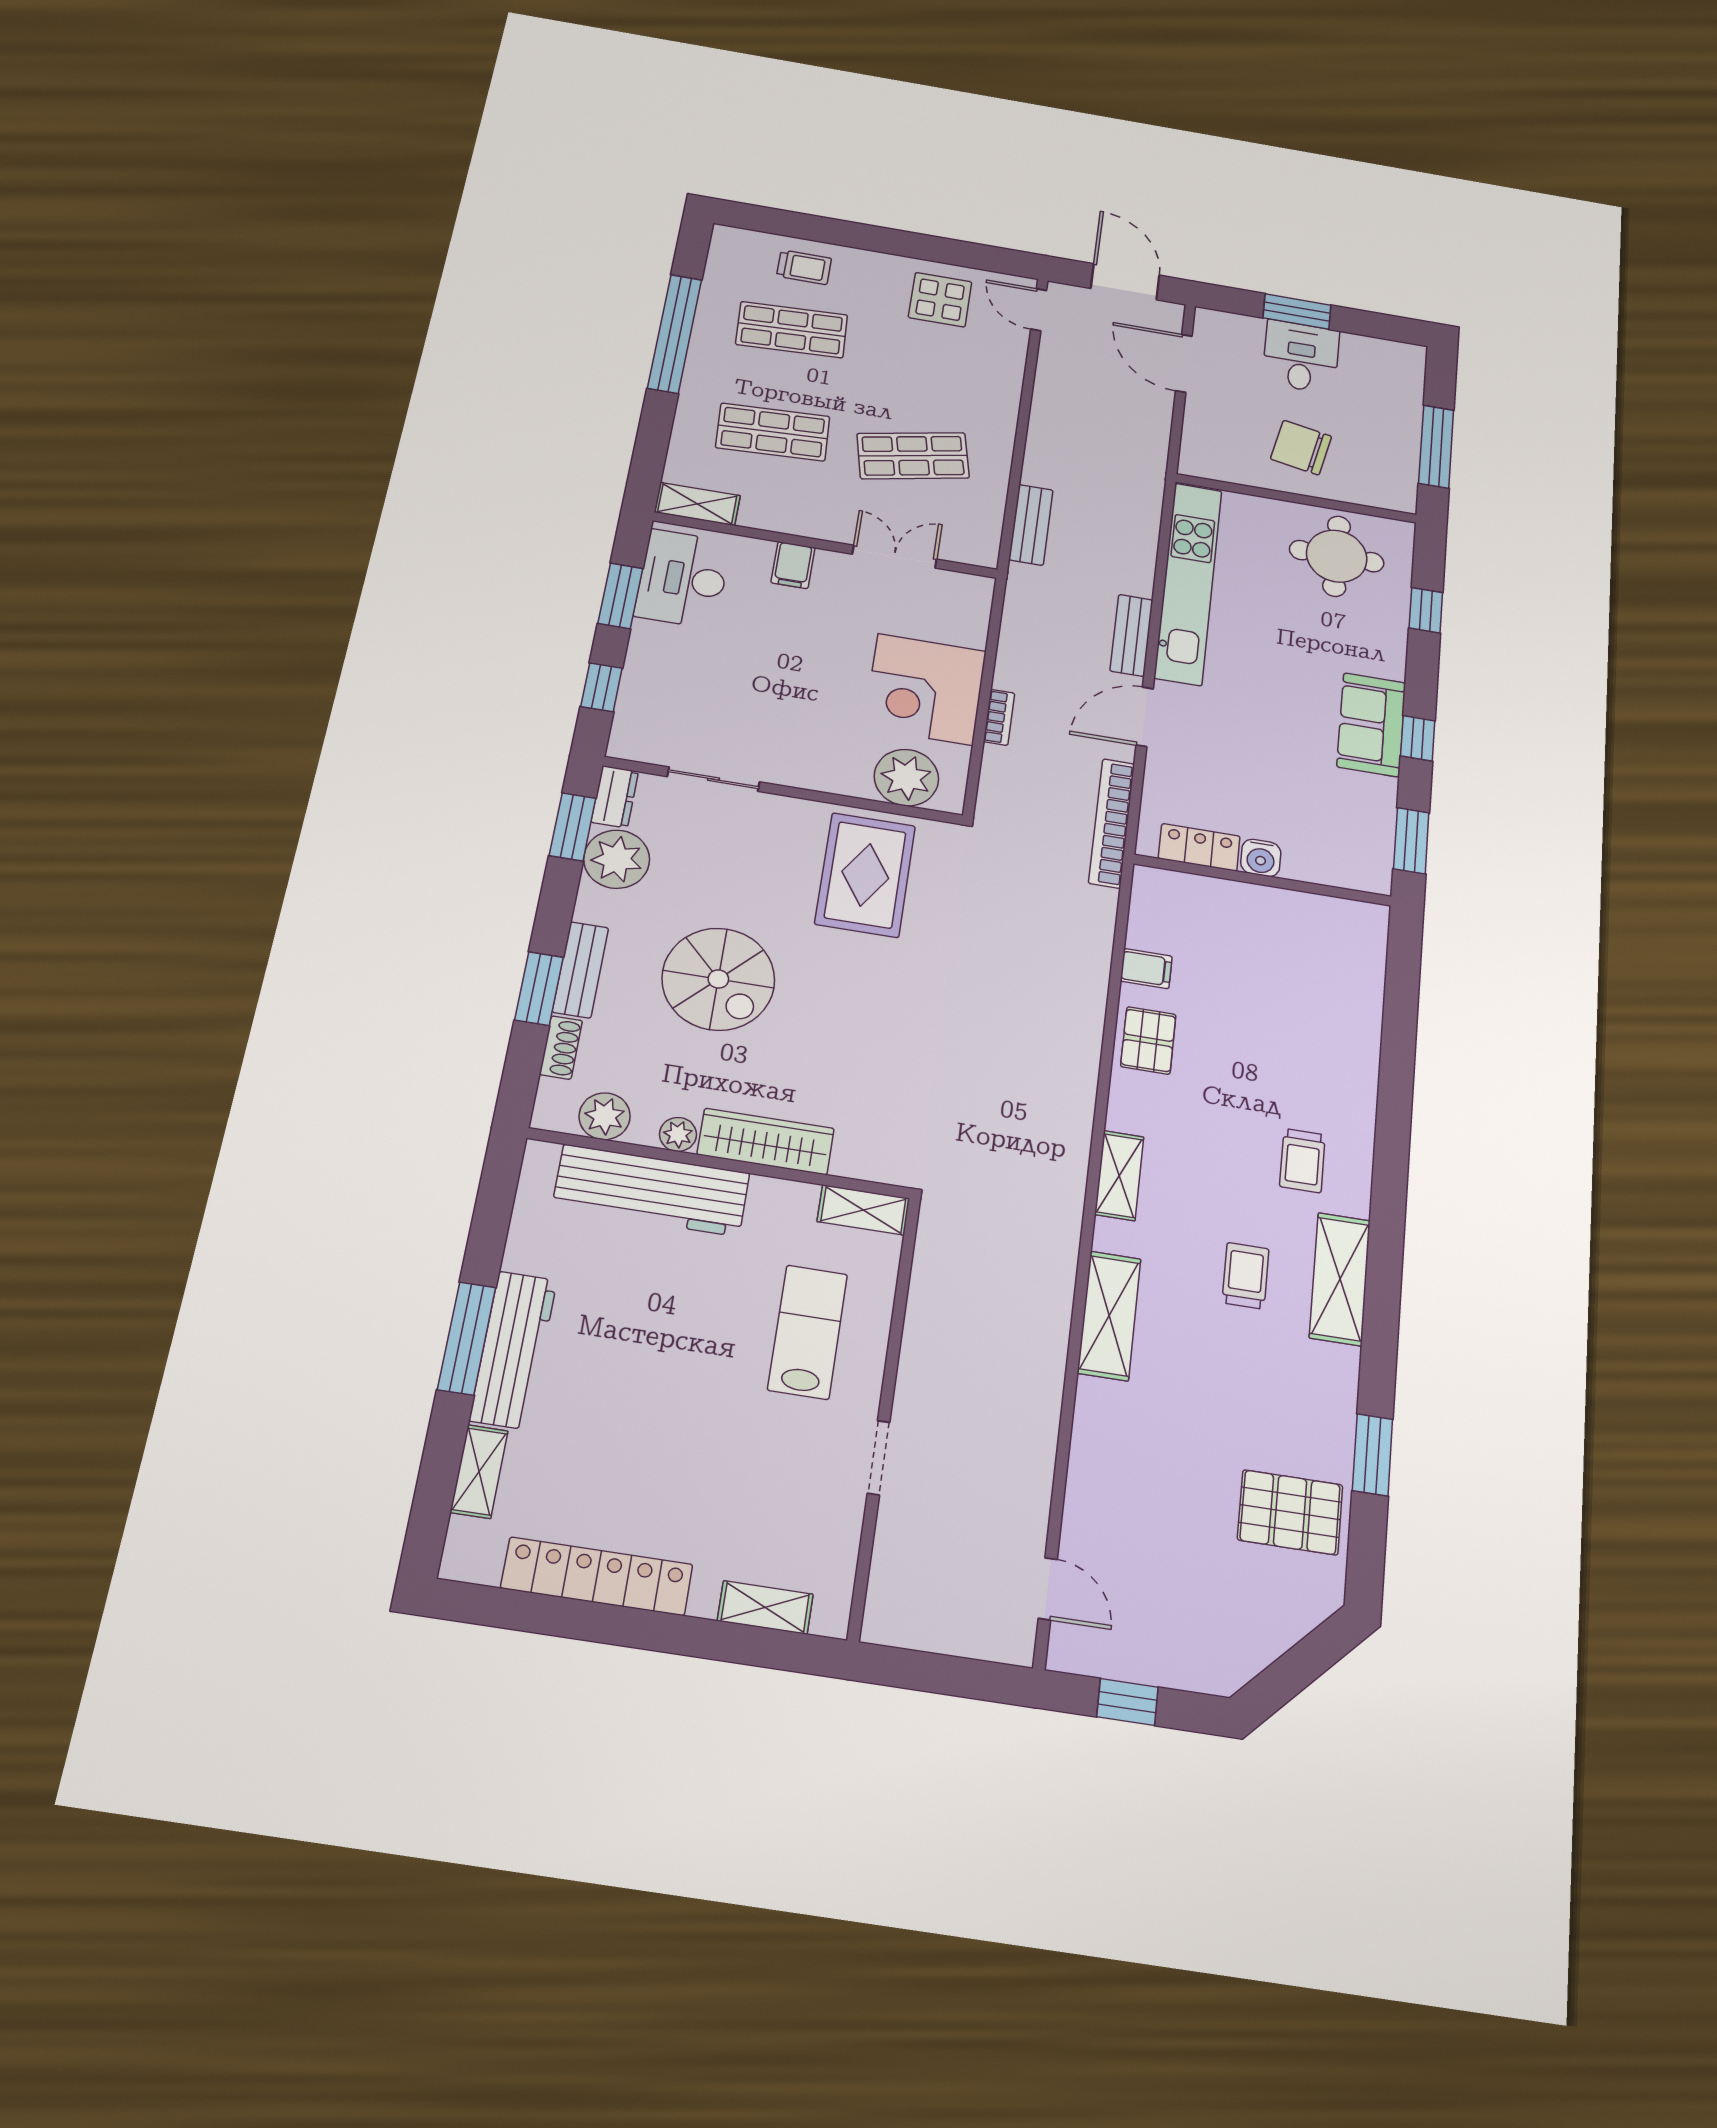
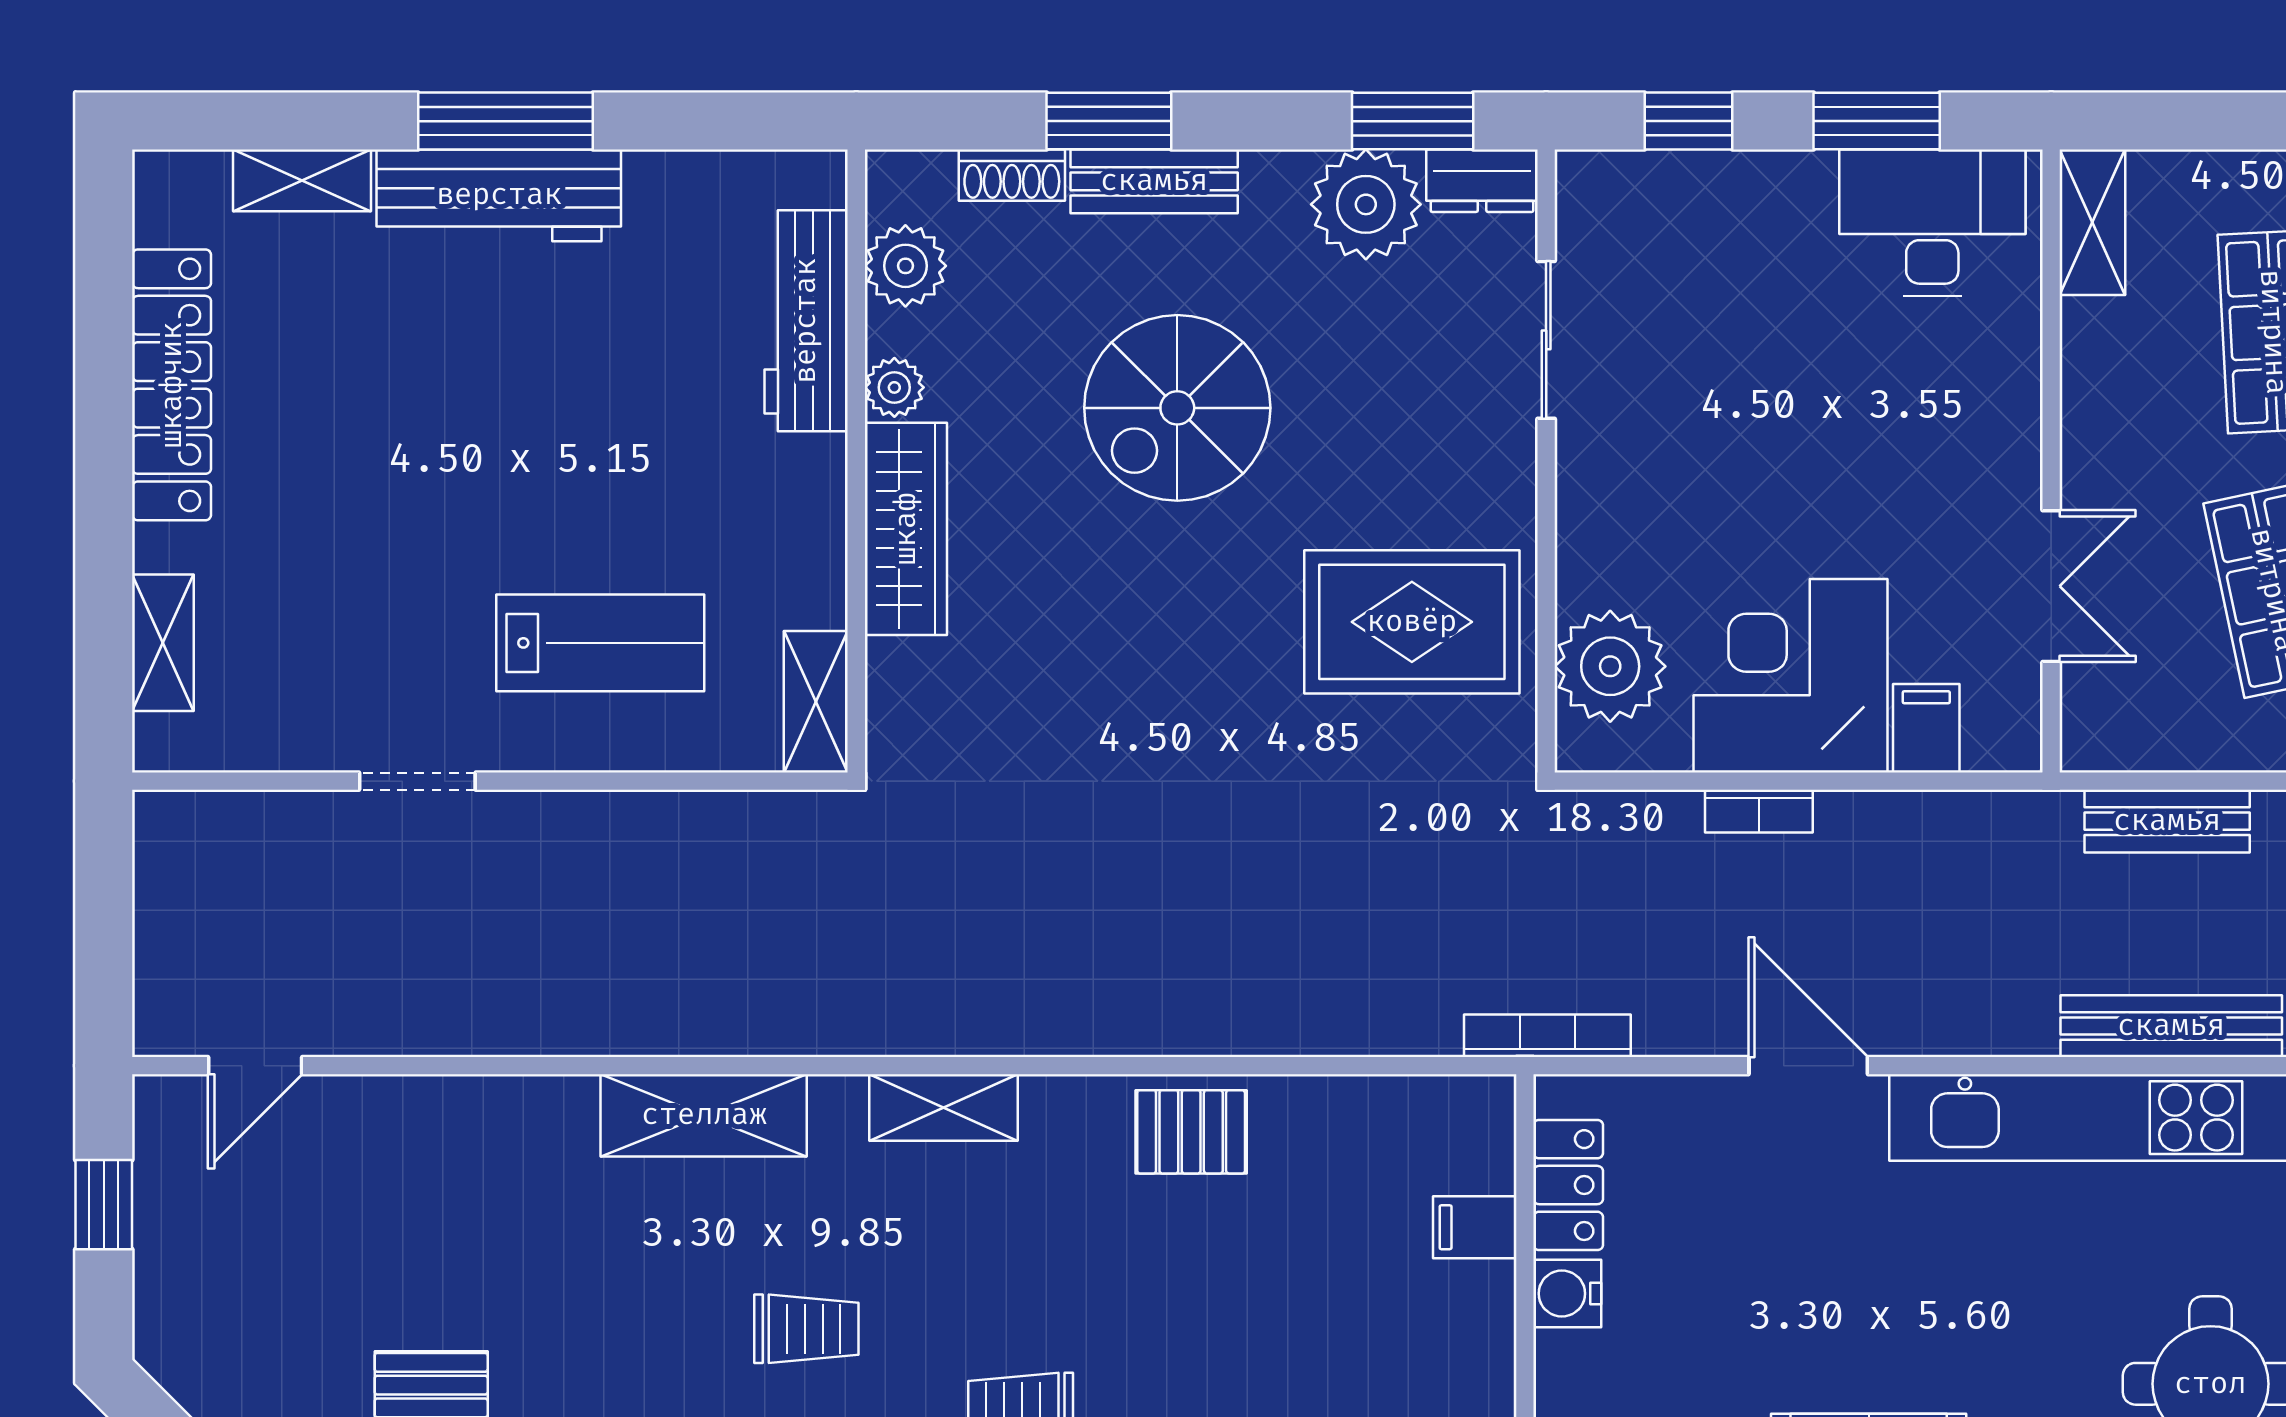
filing cabinet: (793, 565) -> (1926, 728), moved, turned 90
bench: (1131, 635) -> (2171, 1026), moved, width x1.36
bookcase: (1112, 823) -> (1547, 1036), width x0.68, depth x0.76
filing cabinet: (1146, 969) -> (1475, 1227), moved, turned 90
workbench: (651, 1190) -> (806, 321), width x0.73, depth x0.76

